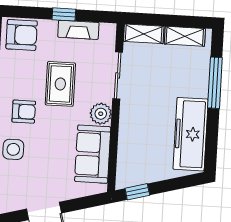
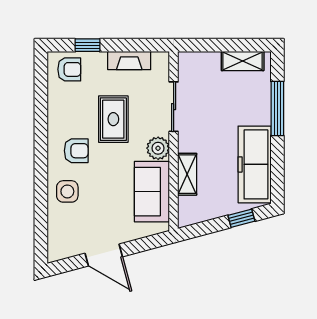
window: (64, 14) -> (87, 45), moved
shelving: (144, 34) -> (187, 174), moved, turned 90
armchair: (22, 35) -> (69, 69), width x0.72, depth x0.72
window: (137, 192) -> (241, 218), moved

